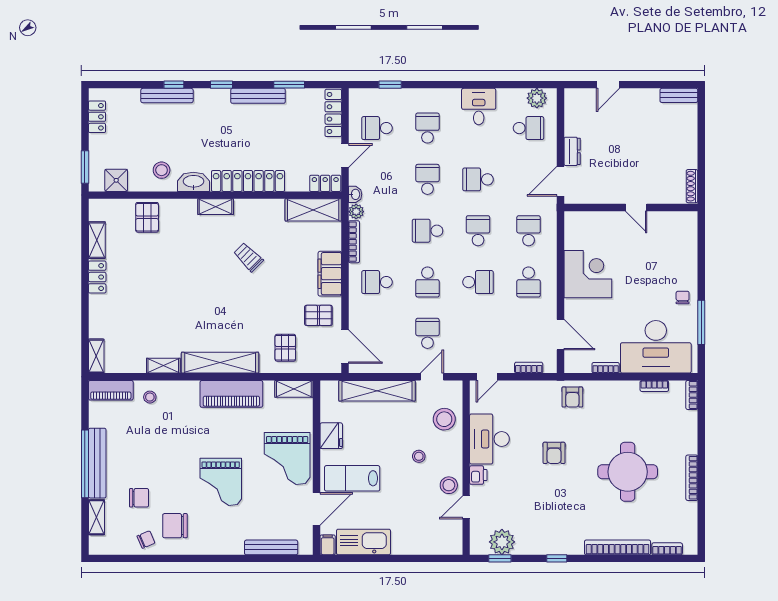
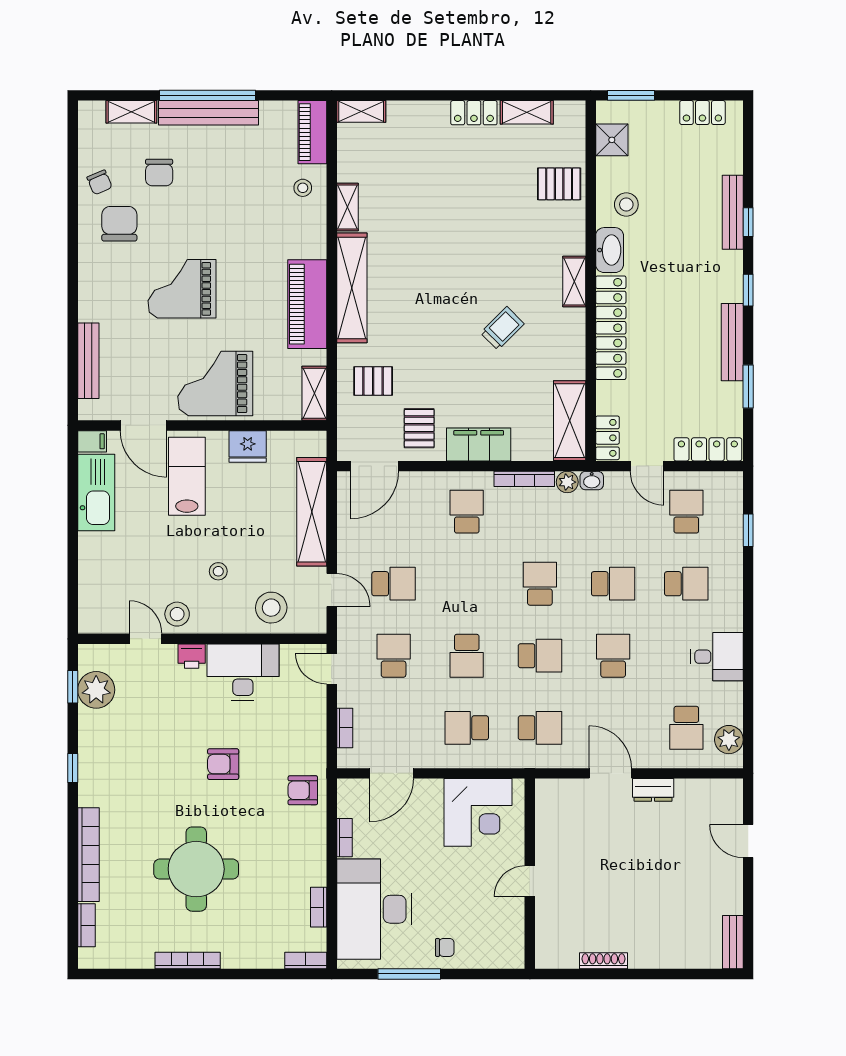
wall: (631, 208) -> (530, 874), moved
door: (636, 208) -> (530, 881), moved
school desk: (427, 282) -> (394, 656), moved, turned 90

